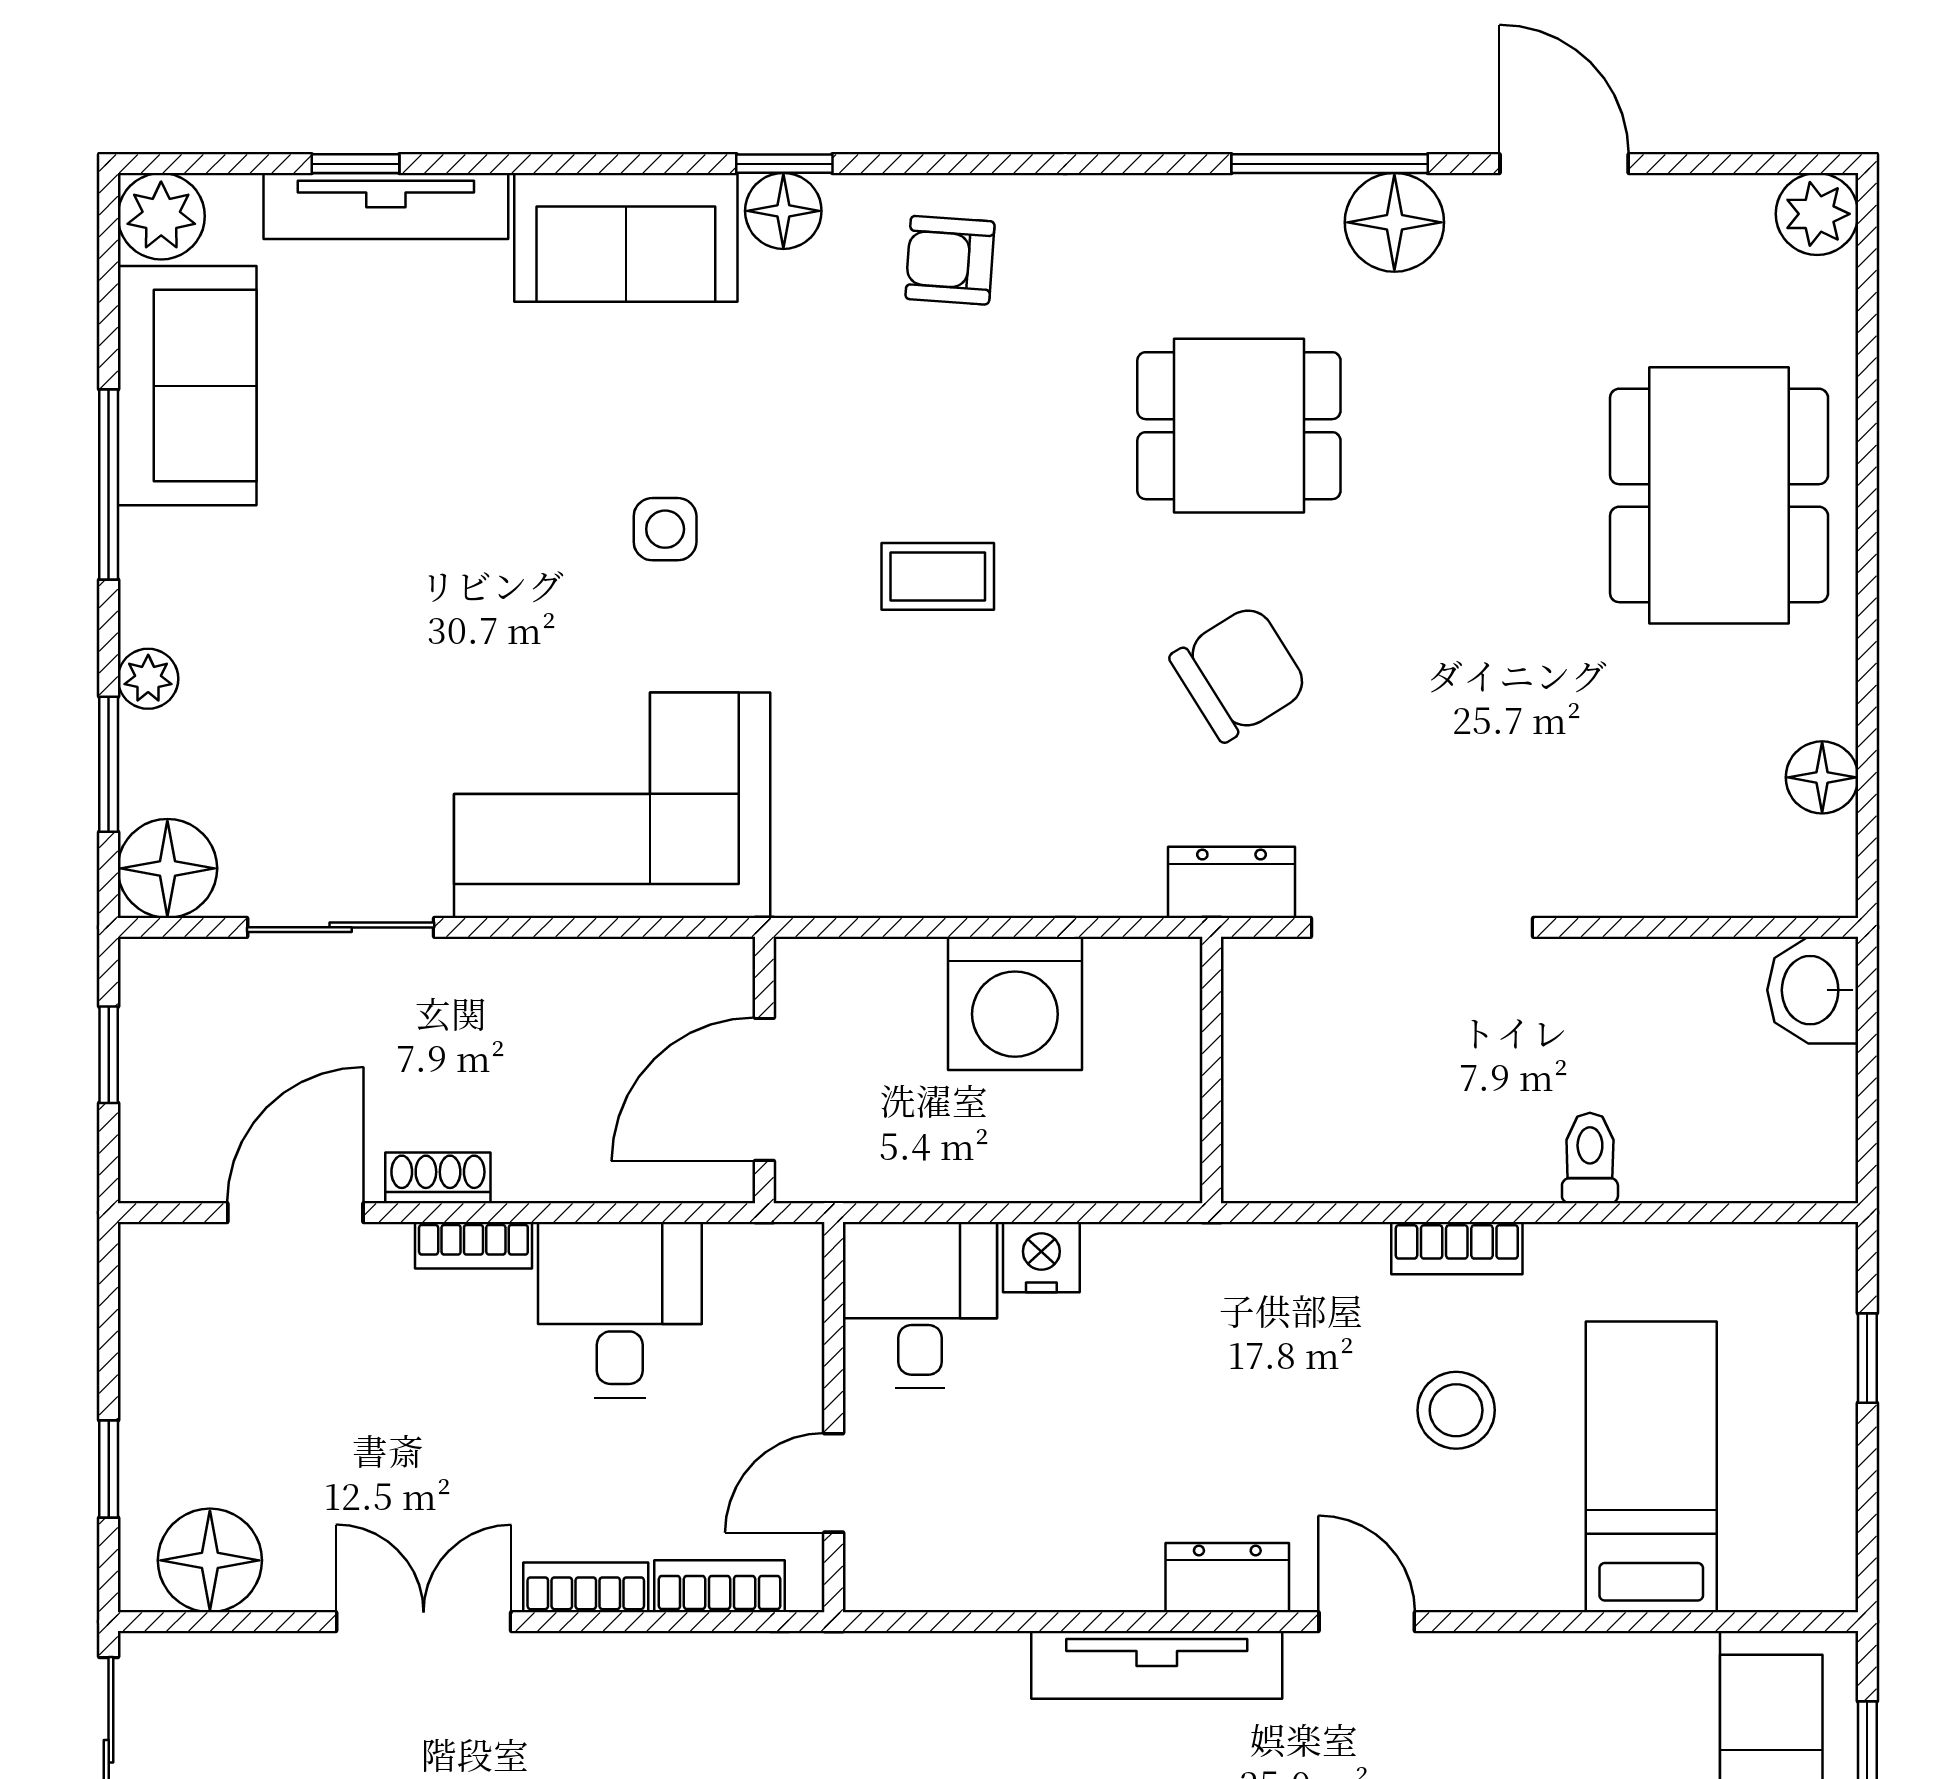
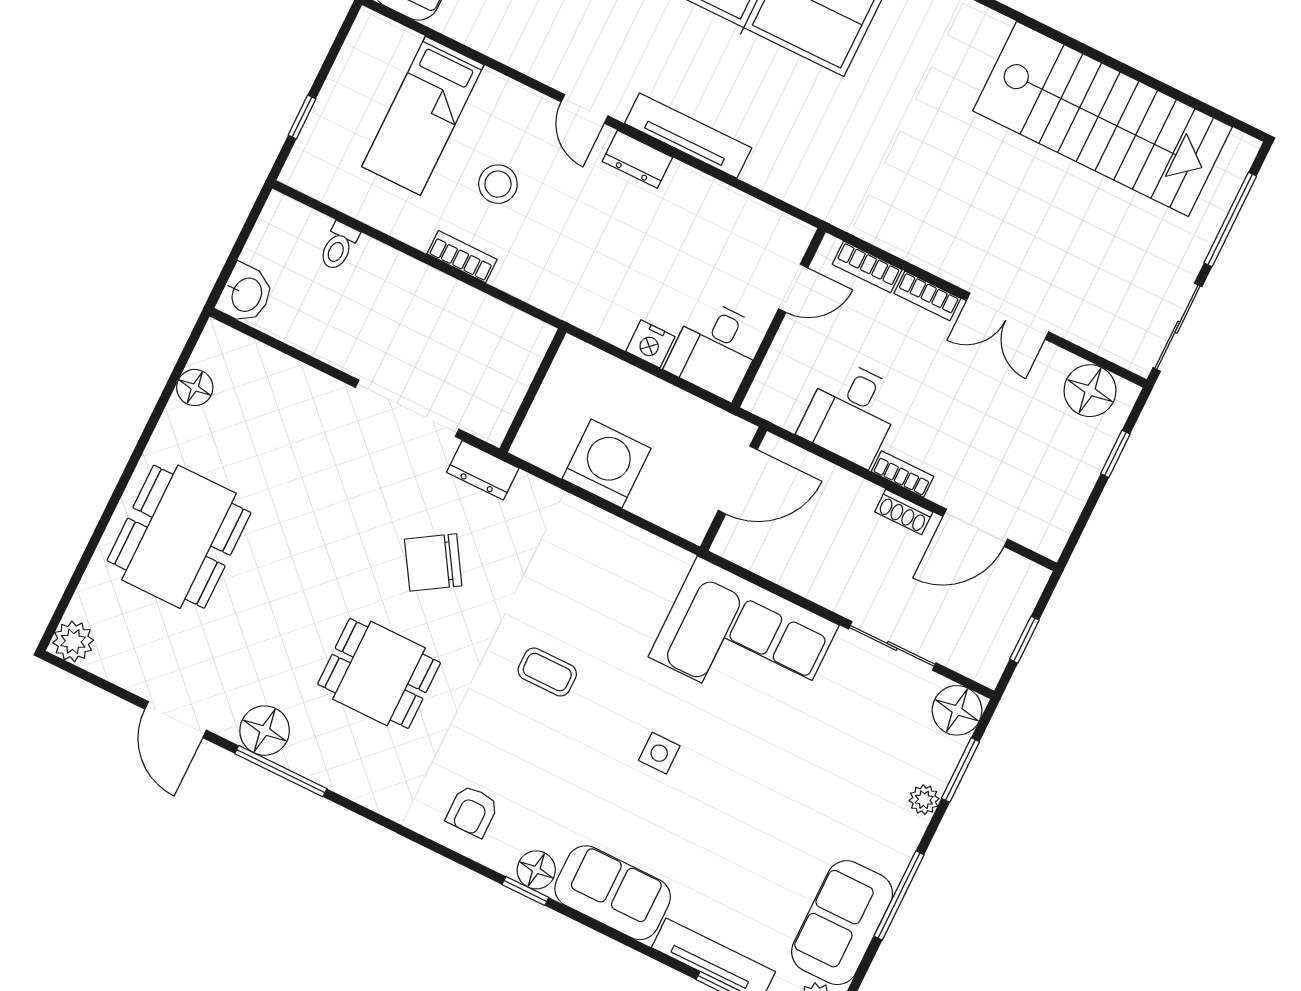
armchair: (950, 260) -> (472, 811), turned 86
toilet: (1590, 1158) -> (339, 246), moved

